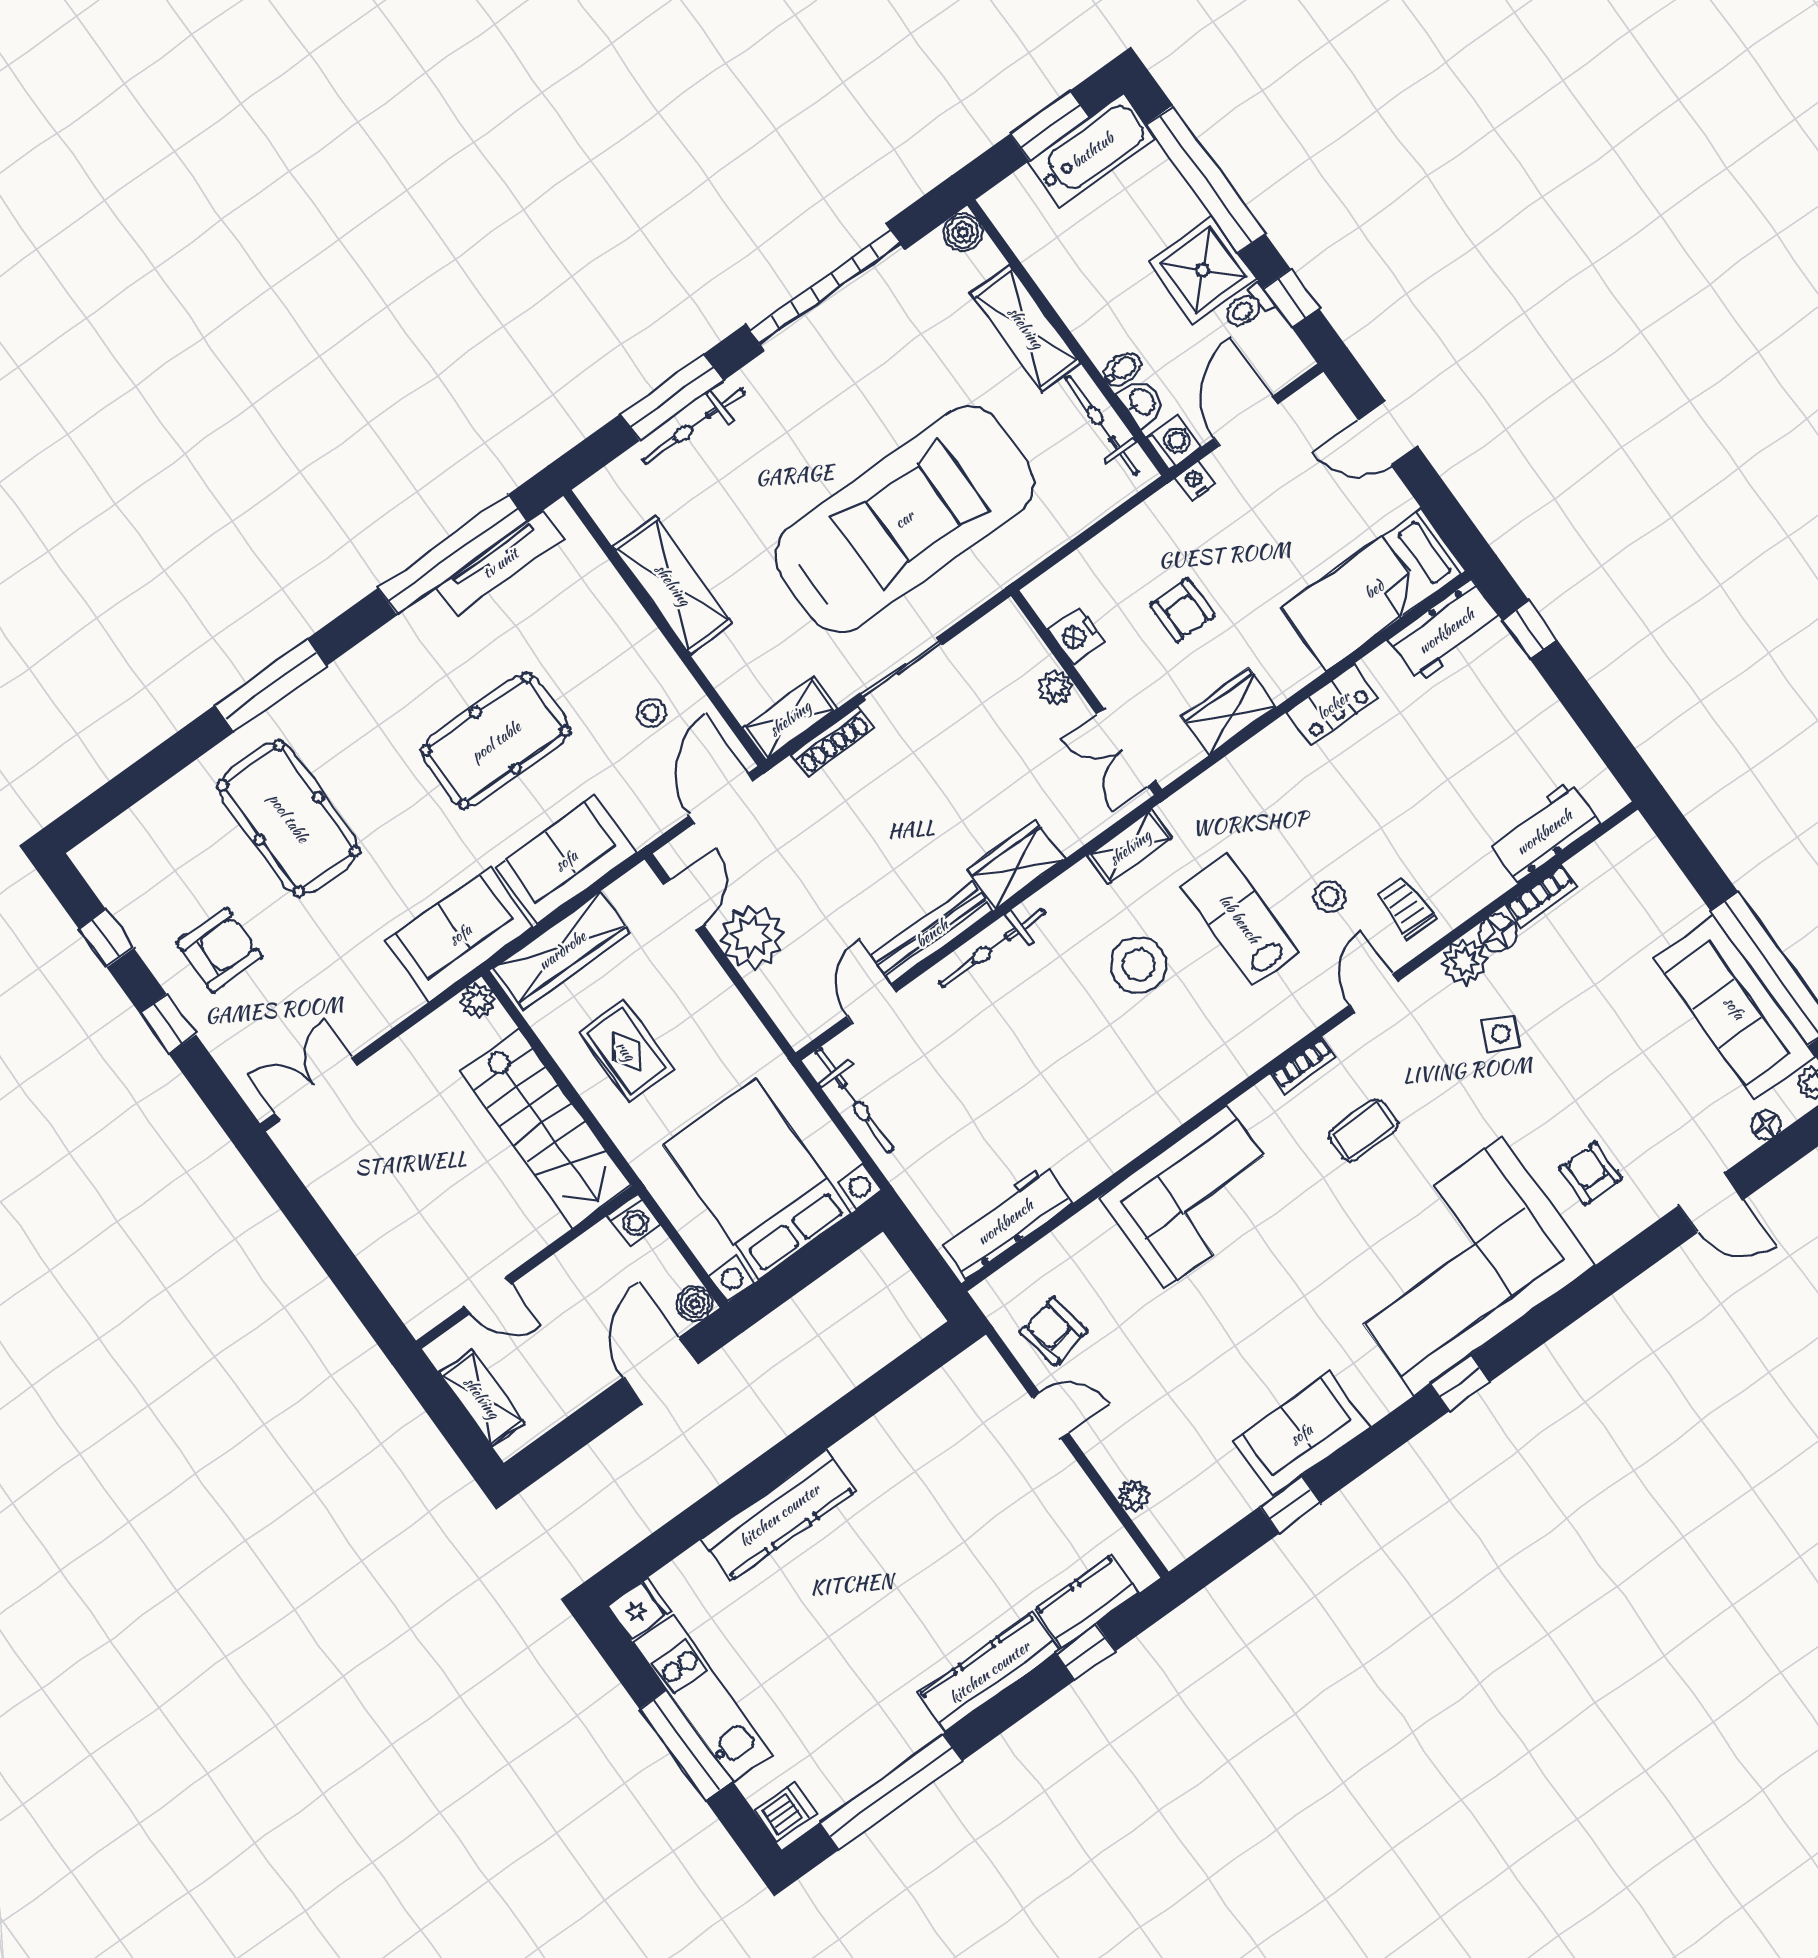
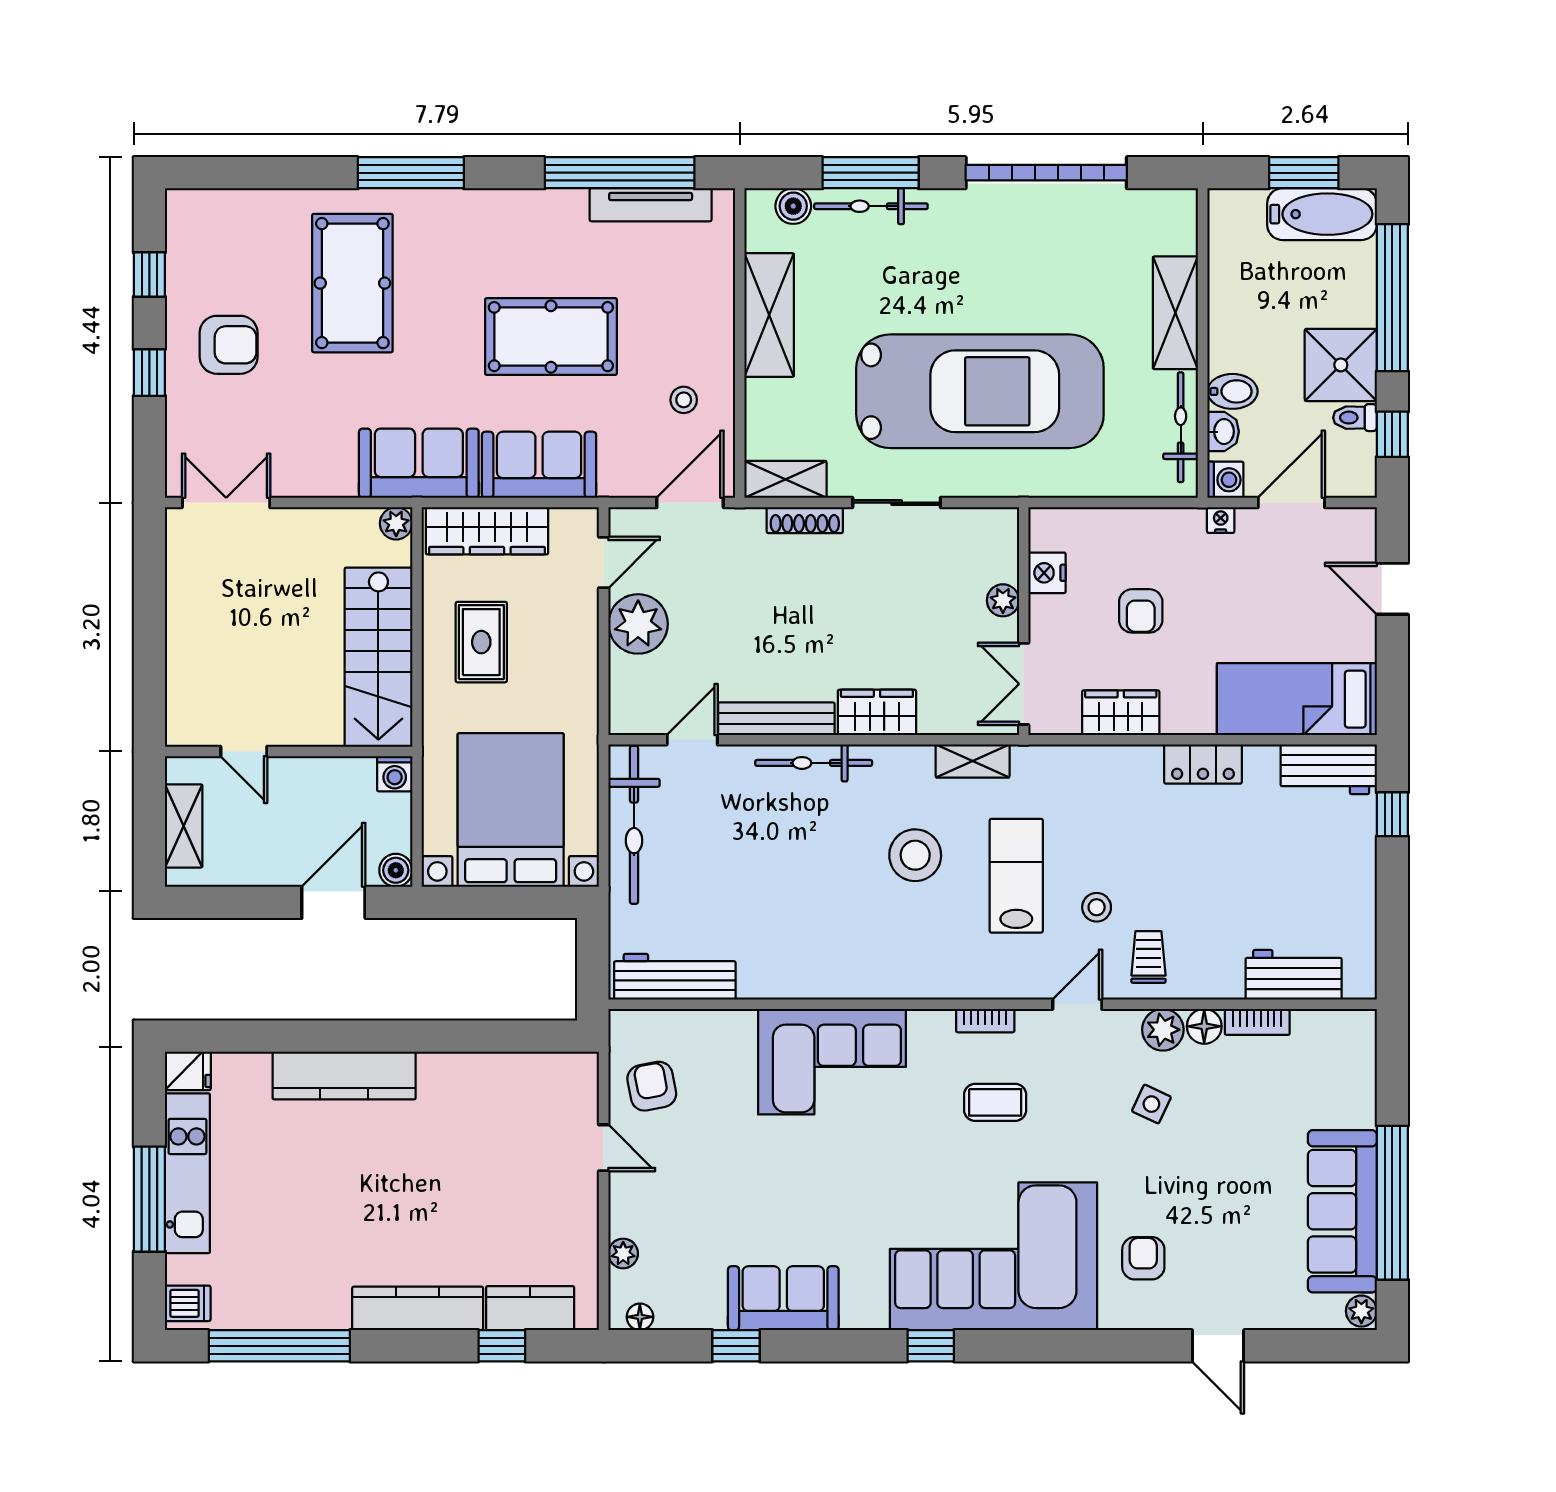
boiler: (963, 232) -> (793, 206), moved
bidet: (1122, 370) -> (1232, 391), width x1.38, depth x1.36
bicycle: (854, 1101) -> (634, 825), width x1.37, depth x1.40
floor lamp: (1766, 1125) -> (640, 1317), moved

